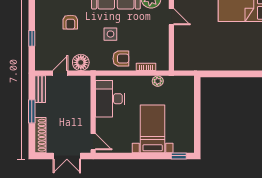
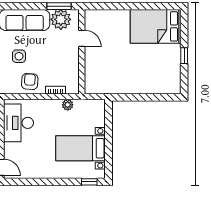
armchair: (121, 59) -> (30, 82), turned -86
bed with nightstands: (153, 129) -> (81, 148), moved, turned -90

